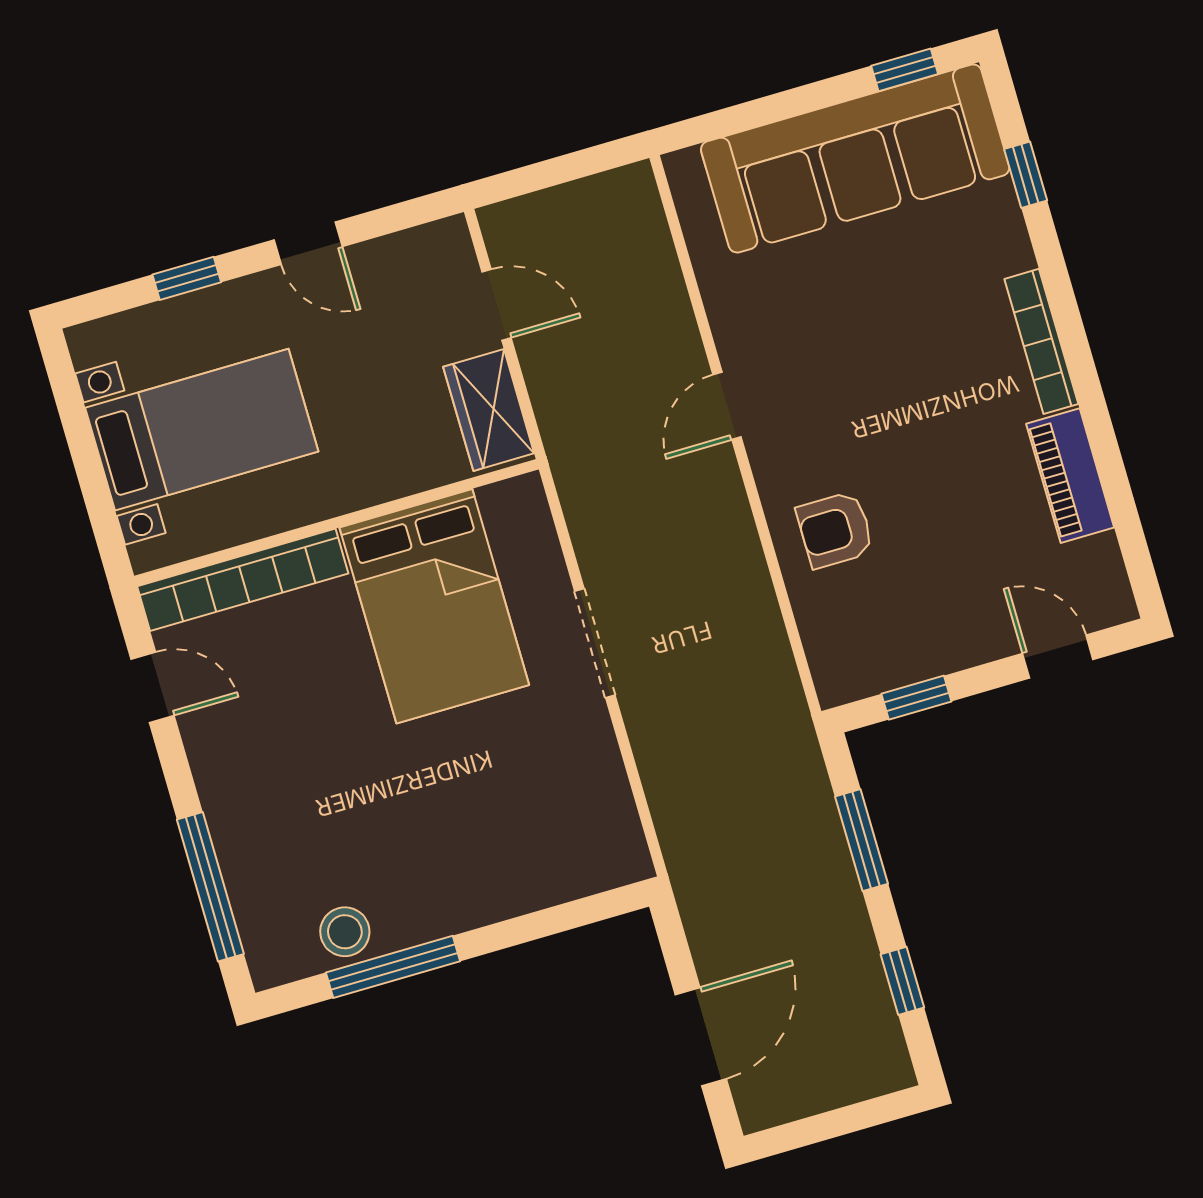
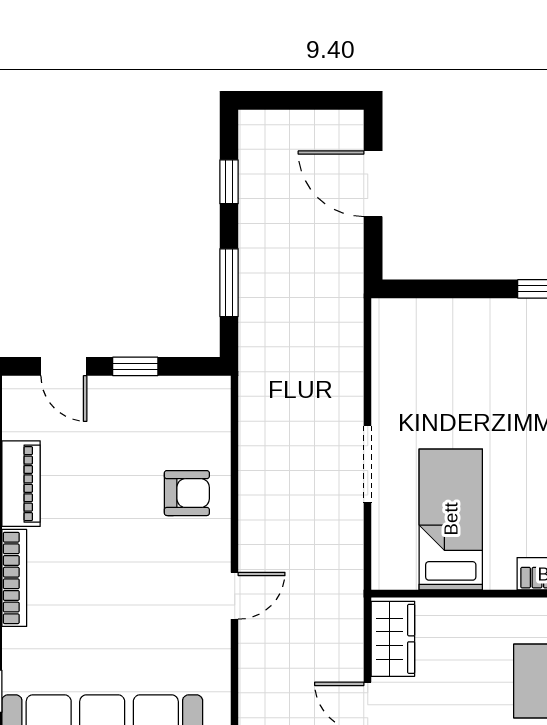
bed: (434, 606) -> (451, 519), width x0.67
window: (916, 698) -> (135, 366), moved
door: (701, 1037) -> (373, 184), hinge flipped

